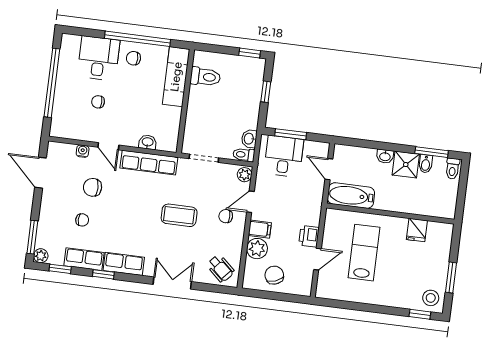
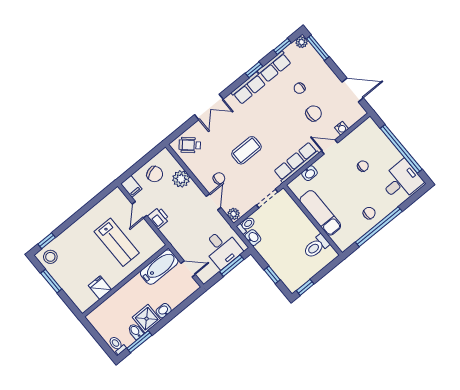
desk: (98, 58) -> (401, 181), moved, turned -90
exam couch: (176, 77) -> (320, 213), moved
filing cabinet: (260, 229) -> (131, 186), moved, turned -90

